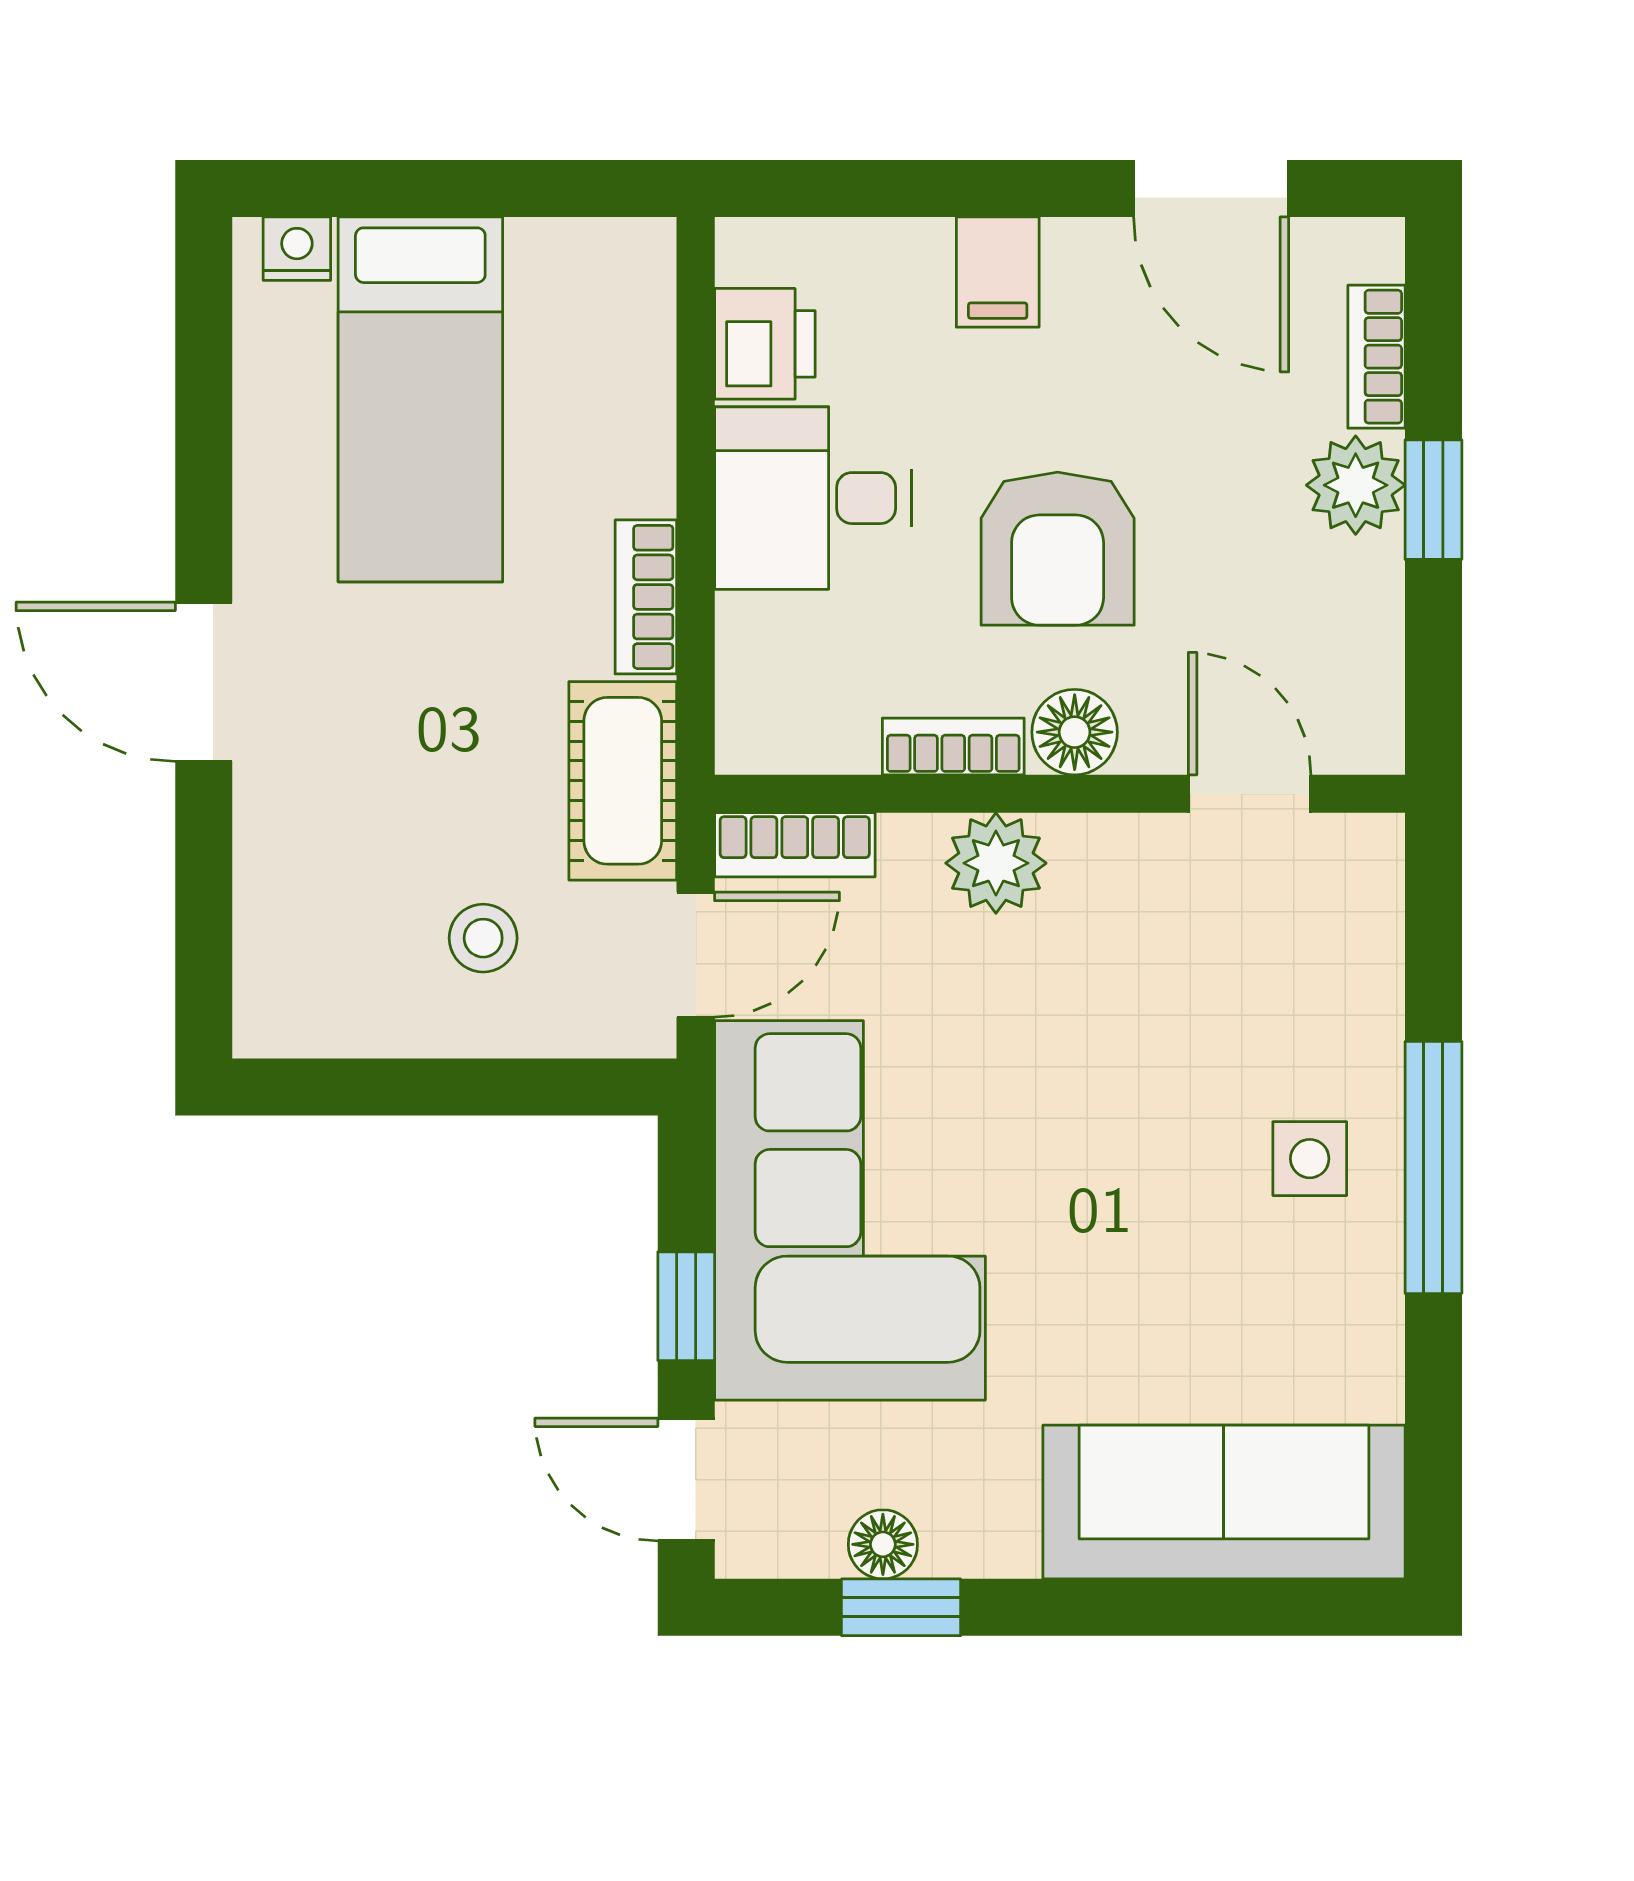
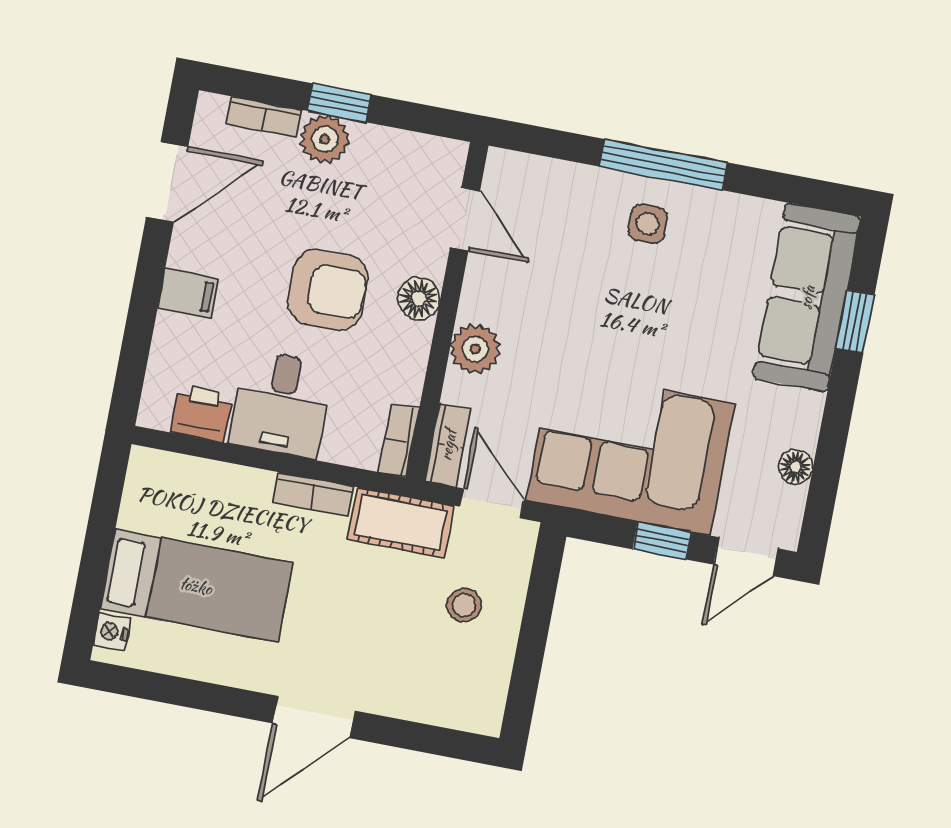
bookcase: (953, 747) -> (399, 440), moved
door: (1250, 794) -> (465, 219), swing flipped
window: (901, 1607) -> (855, 321), moved

